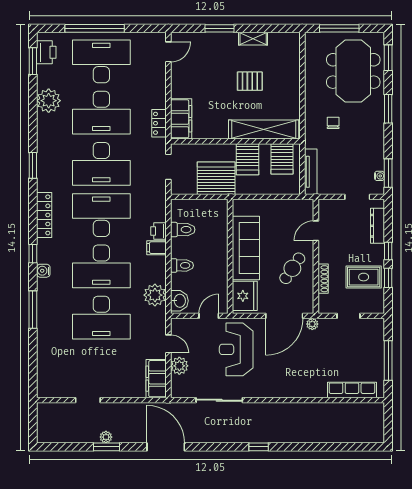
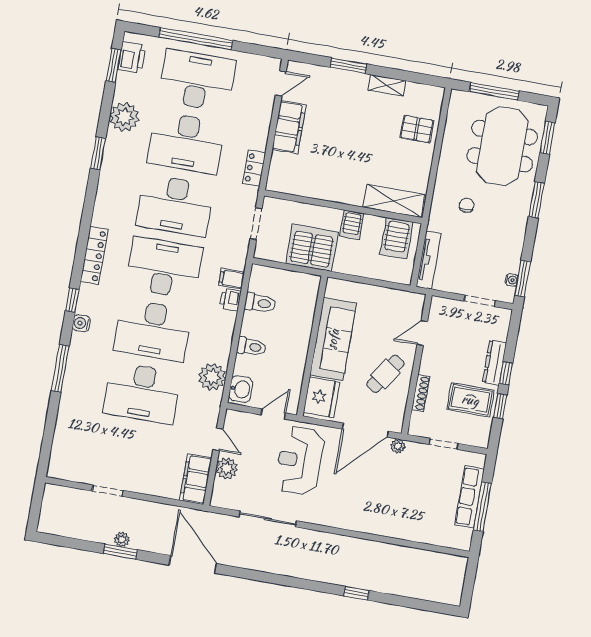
pallet: (250, 81) -> (417, 129), moved
filing cabinet: (181, 119) -> (289, 127), moved
shelving: (264, 130) -> (394, 201), width x0.68
server rack: (248, 159) -> (352, 225), width x0.73, depth x0.70
window: (33, 165) -> (98, 153), moved
dresser: (377, 226) -> (494, 363), moved
filing cabinet: (157, 248) -> (231, 279), moved
row of seats: (352, 390) -> (469, 497), moved, turned -90
window: (259, 447) -> (357, 593), moved

